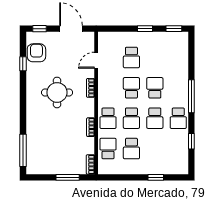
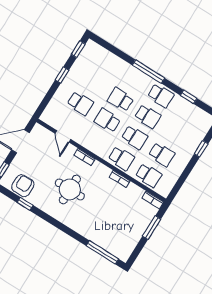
armchair: (36, 53) -> (23, 186), turned 90
school desk: (108, 149) -> (148, 175), turned 180

